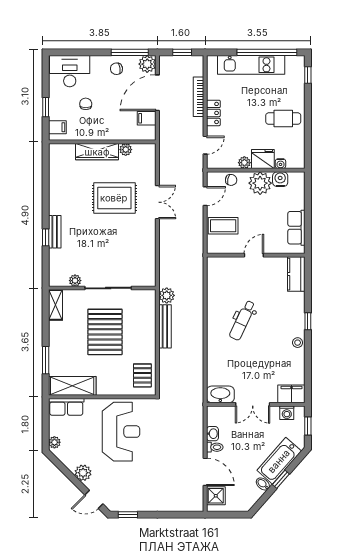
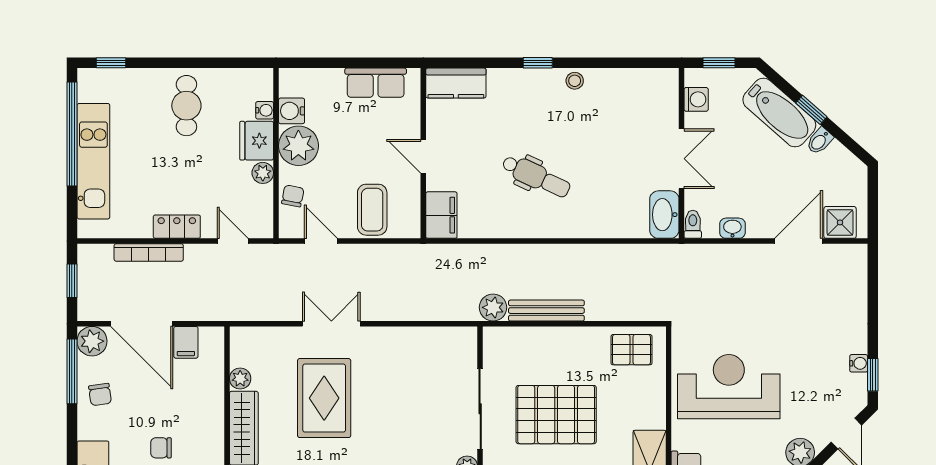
filing cabinet: (291, 394) -> (441, 215), moved, turned 180
toilet: (215, 447) -> (693, 224), moved
water cooler: (134, 507) -> (859, 363), added

